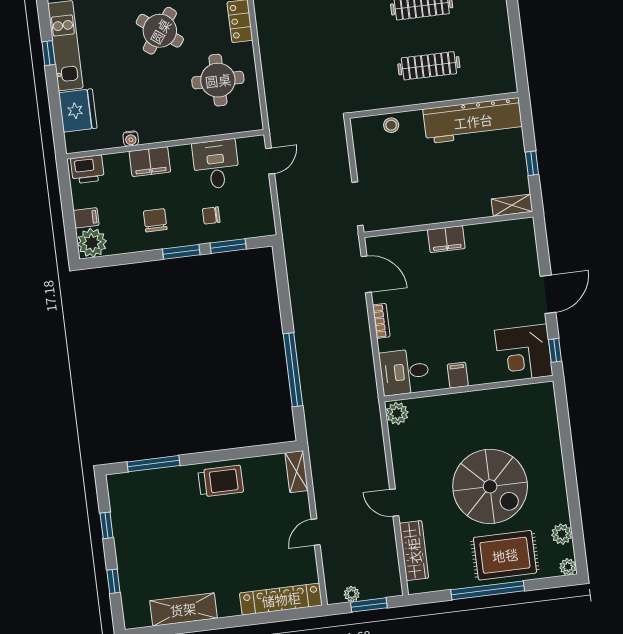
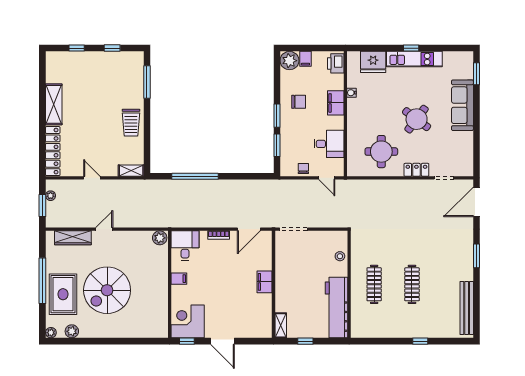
chair: (211, 215) -> (303, 169), moved
shelving: (183, 609) -> (54, 104), moved

